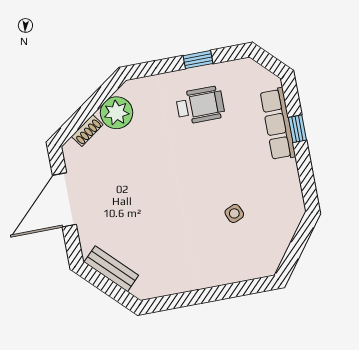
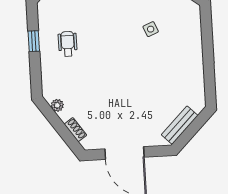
wheelchair: (200, 105) -> (68, 44), width x0.73, depth x0.73
plant: (117, 113) -> (57, 105), width x0.53, depth x0.53

